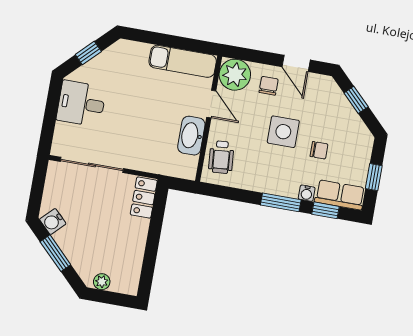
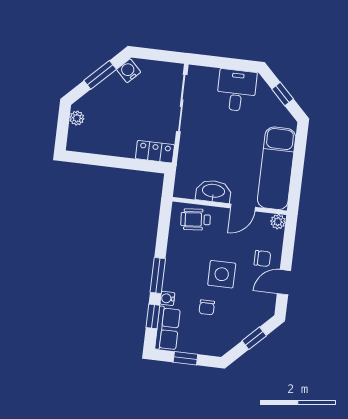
exam couch: (183, 61) -> (277, 168), width x1.36, depth x1.45
plant: (235, 75) -> (278, 222), width x0.53, depth x0.53

